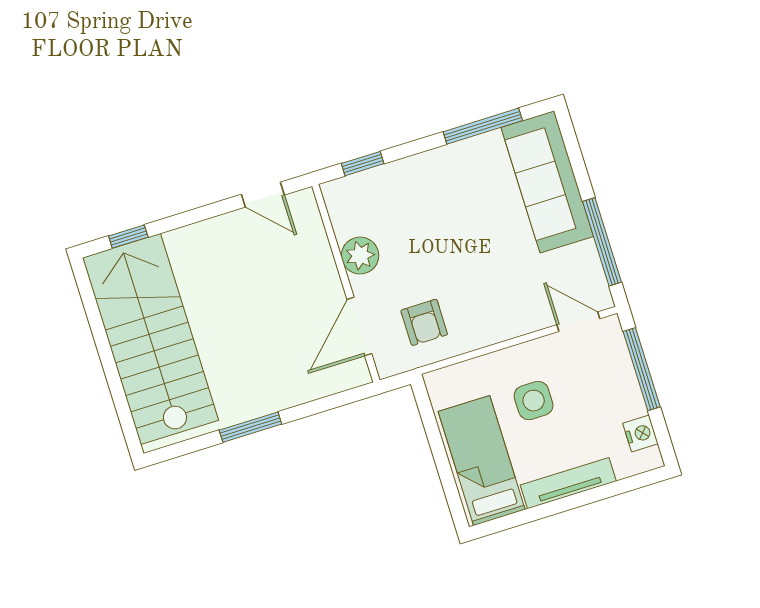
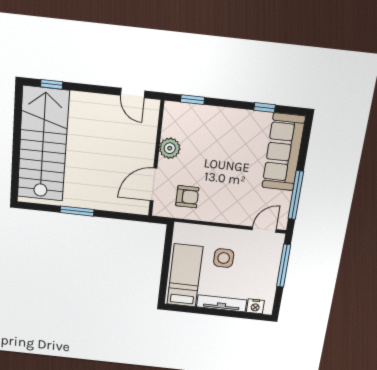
window: (483, 126) -> (265, 107), width x0.46
armchair: (424, 322) -> (187, 197), turned -90
door: (578, 322) -> (264, 230), hinge flipped
nightstand: (640, 434) -> (255, 306), moved, turned 90

